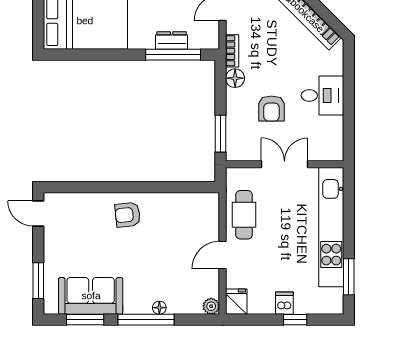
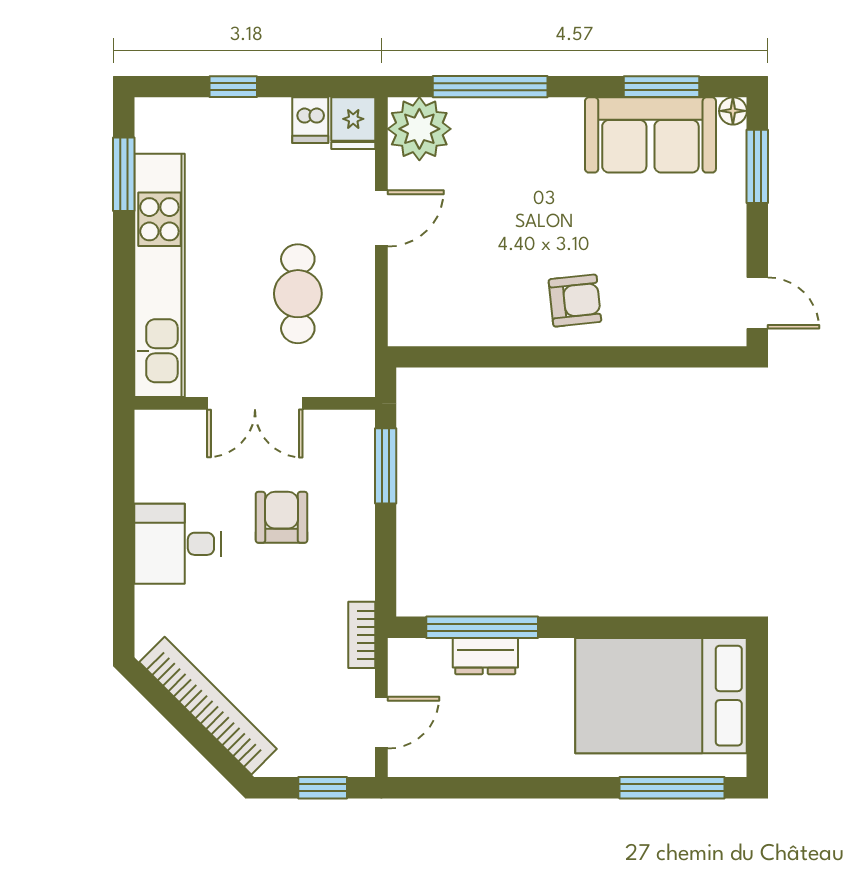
floor lamp: (235, 78) -> (356, 579), removed
cafe table: (244, 215) -> (298, 294), moved
dishwasher: (284, 303) -> (310, 120), moved
plant: (211, 306) -> (419, 129), width x1.87, depth x1.87
floor lamp: (159, 308) -> (733, 111), moved
window: (146, 320) -> (490, 87), moved

